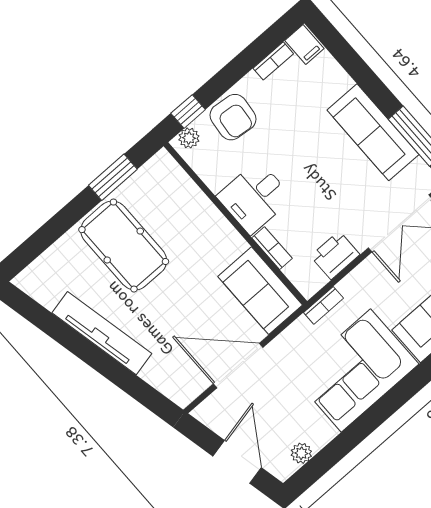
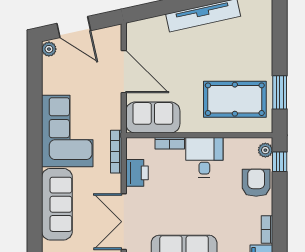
armchair: (233, 117) -> (256, 183), turned 84
pool table: (124, 246) -> (235, 99), moved
bookcase: (324, 305) -> (116, 152), width x1.56
door: (238, 366) -> (124, 72), hinge flipped
plant: (301, 453) -> (49, 49), moved

